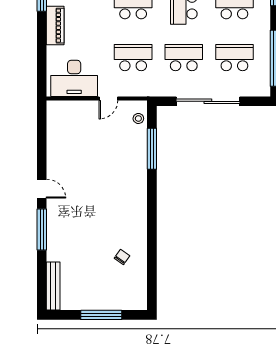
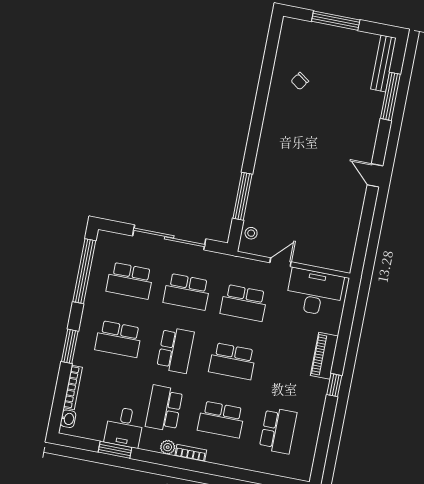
window: (42, 229) -> (390, 96), moved

